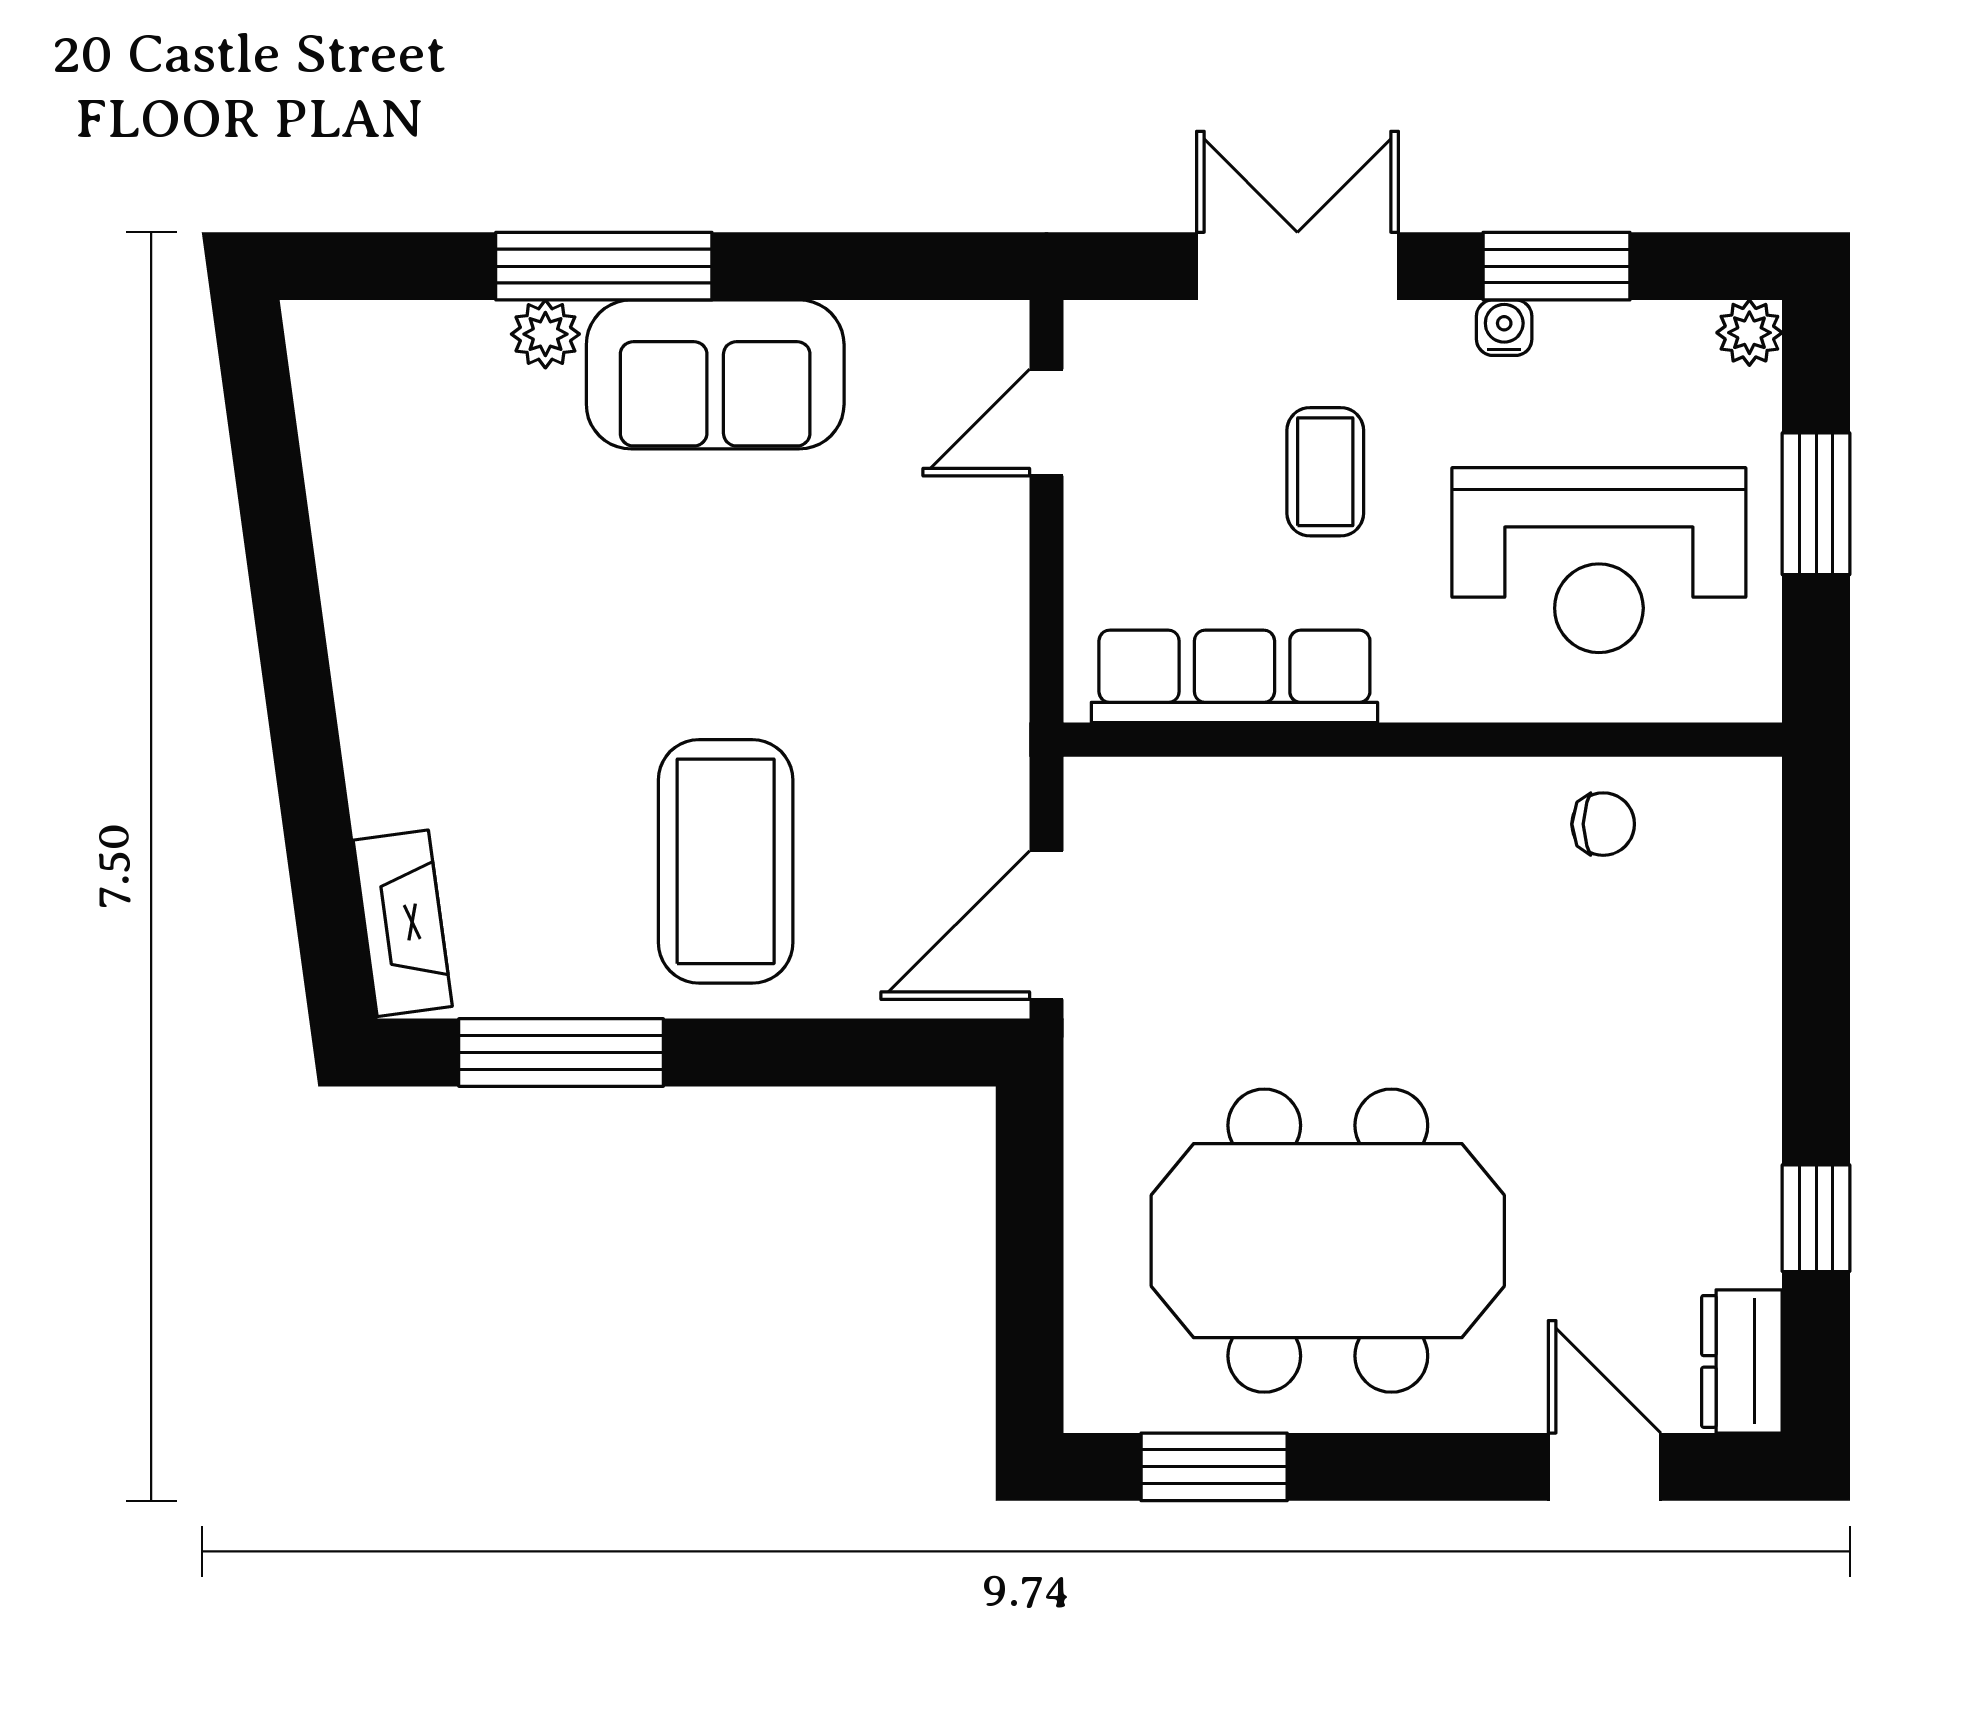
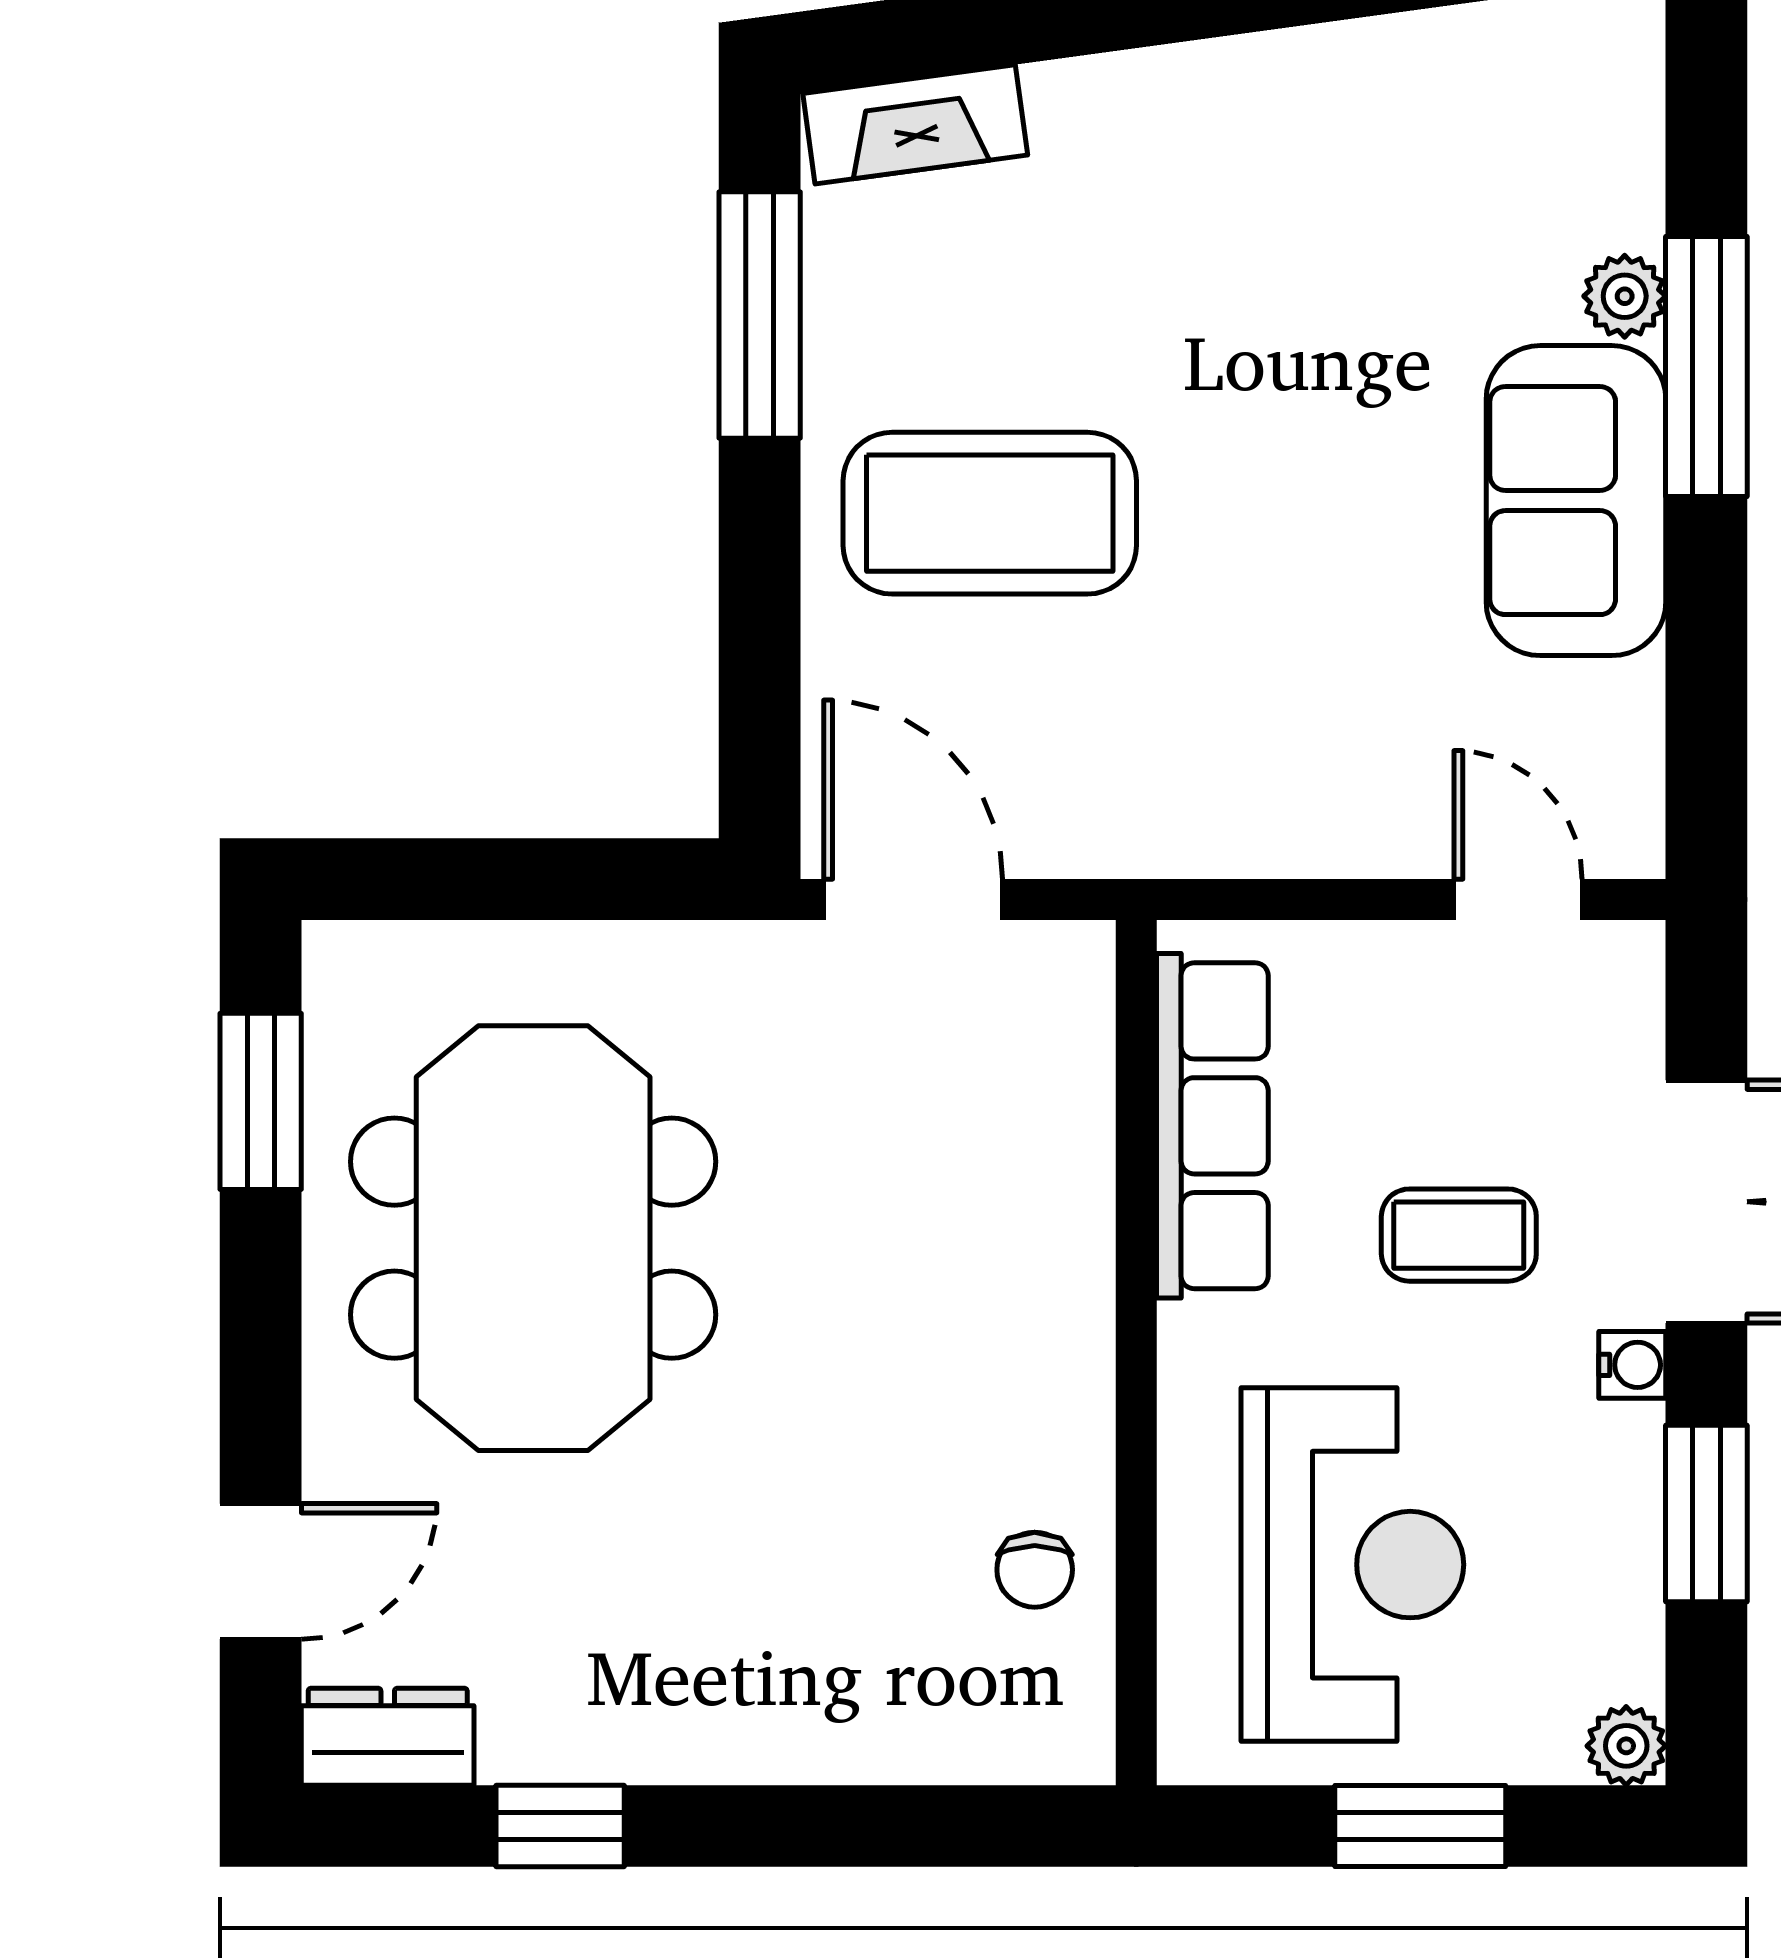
water cooler: (1504, 328) -> (1632, 1365), moved
reception desk: (1599, 560) -> (1352, 1565), turned 180

